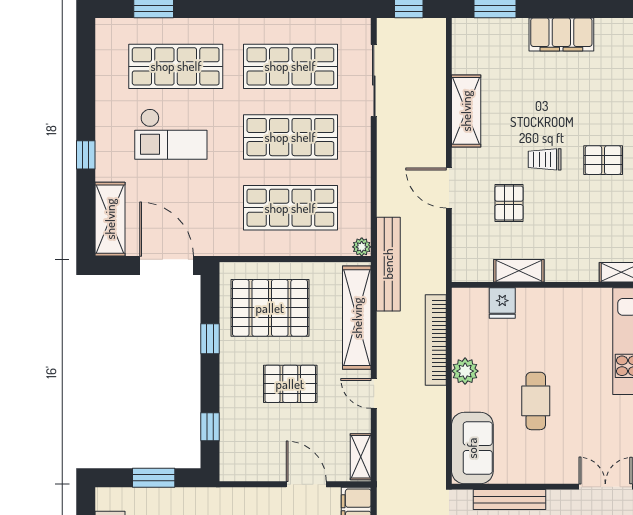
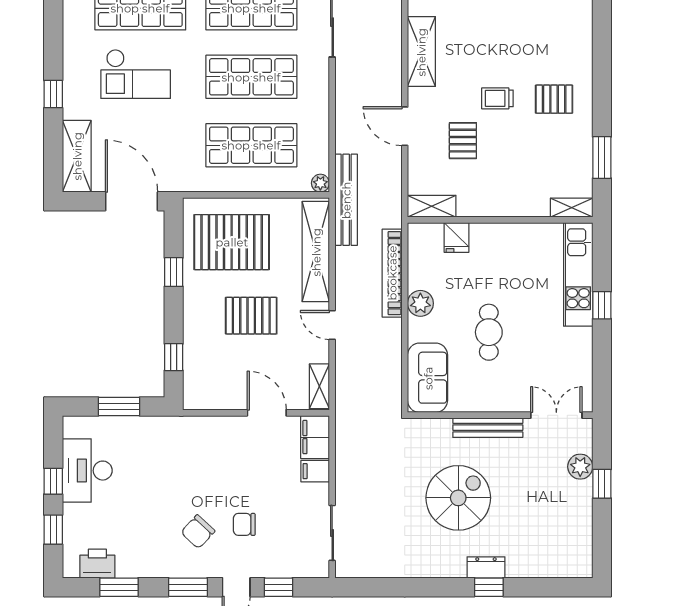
shelving: (519, 271) -> (432, 206), moved
bench: (510, 500) -> (488, 428), moved

